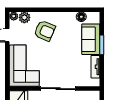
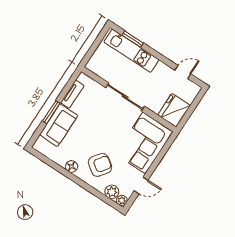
floor lamp: (81, 17) -> (72, 167), moved
armchair: (45, 31) -> (100, 165), turned 103

